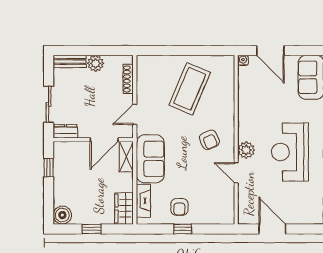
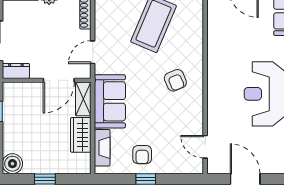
plant: (246, 150) -> (216, 92), removed
door: (236, 173) -> (205, 147), moved
wardrobe: (124, 209) -> (81, 135), moved

